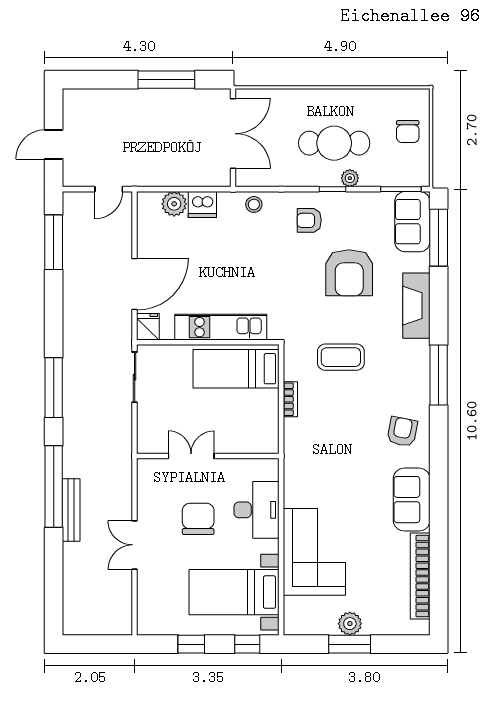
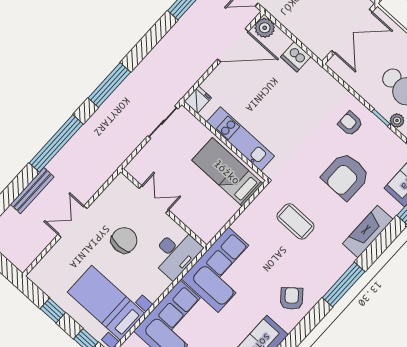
plant: (174, 204) -> (265, 28), moved
stool: (254, 204) -> (326, 84), removed
door: (135, 284) -> (233, 45), moved
bookcase: (290, 399) -> (243, 219), removed
armchair: (402, 432) -> (292, 298), turned -51
corner sofa: (315, 463) -> (223, 270), added
bench: (71, 510) -> (32, 191), moved
desk: (257, 510) -> (176, 253), moved

